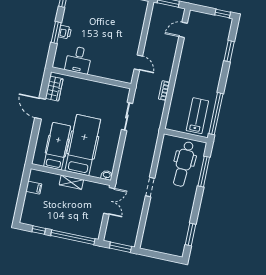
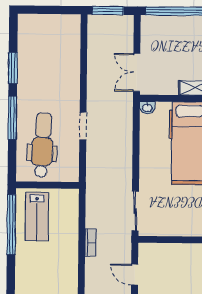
sliding door: (127, 117) -> (135, 211), moved
window: (204, 172) -> (12, 118), moved
doorway: (150, 187) -> (83, 126), moved
window: (190, 234) -> (13, 68), moved

